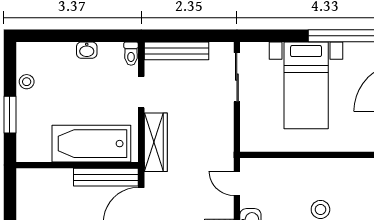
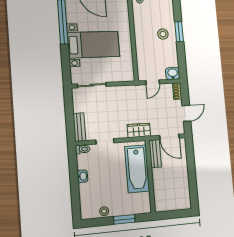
bench: (176, 51) -> (79, 127), width x0.73
wardrobe: (156, 142) -> (139, 130), width x0.67
bench: (106, 177) -> (155, 154), width x0.73

